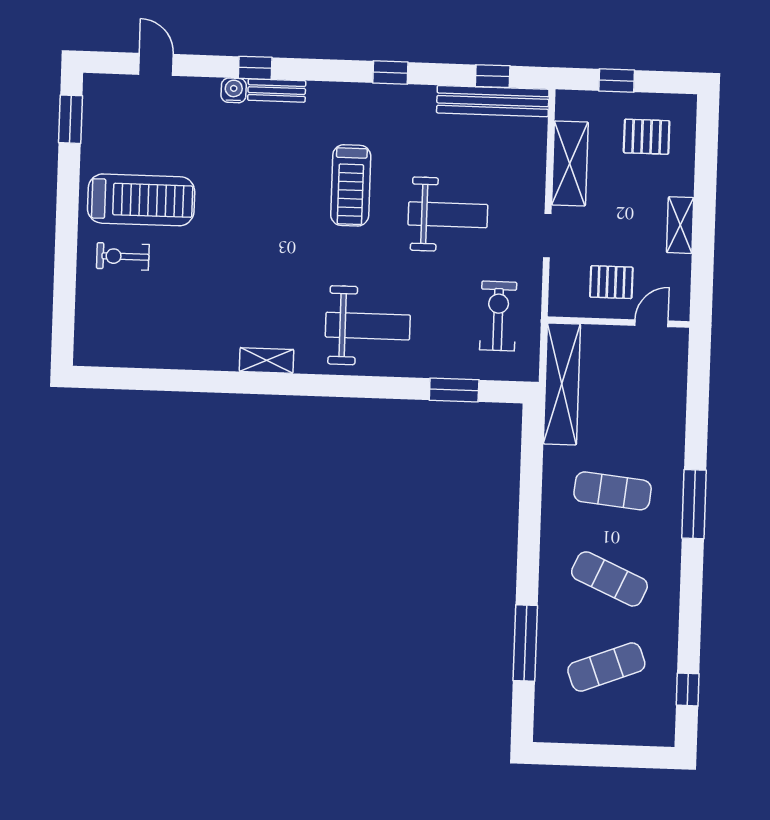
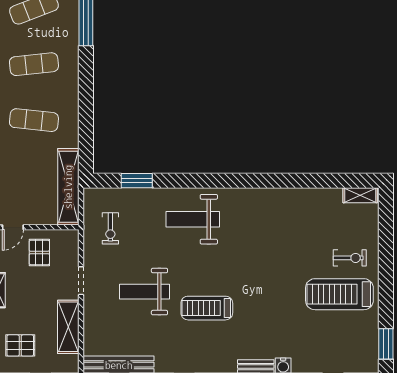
treadmill: (351, 185) -> (207, 308), turned -90
pallet: (611, 282) -> (39, 252), turned 90
exercise bike: (498, 316) -> (110, 228), width x0.73, depth x0.72
shelving: (267, 360) -> (360, 195), moved
exercise mat: (609, 579) -> (34, 64), turned -30

